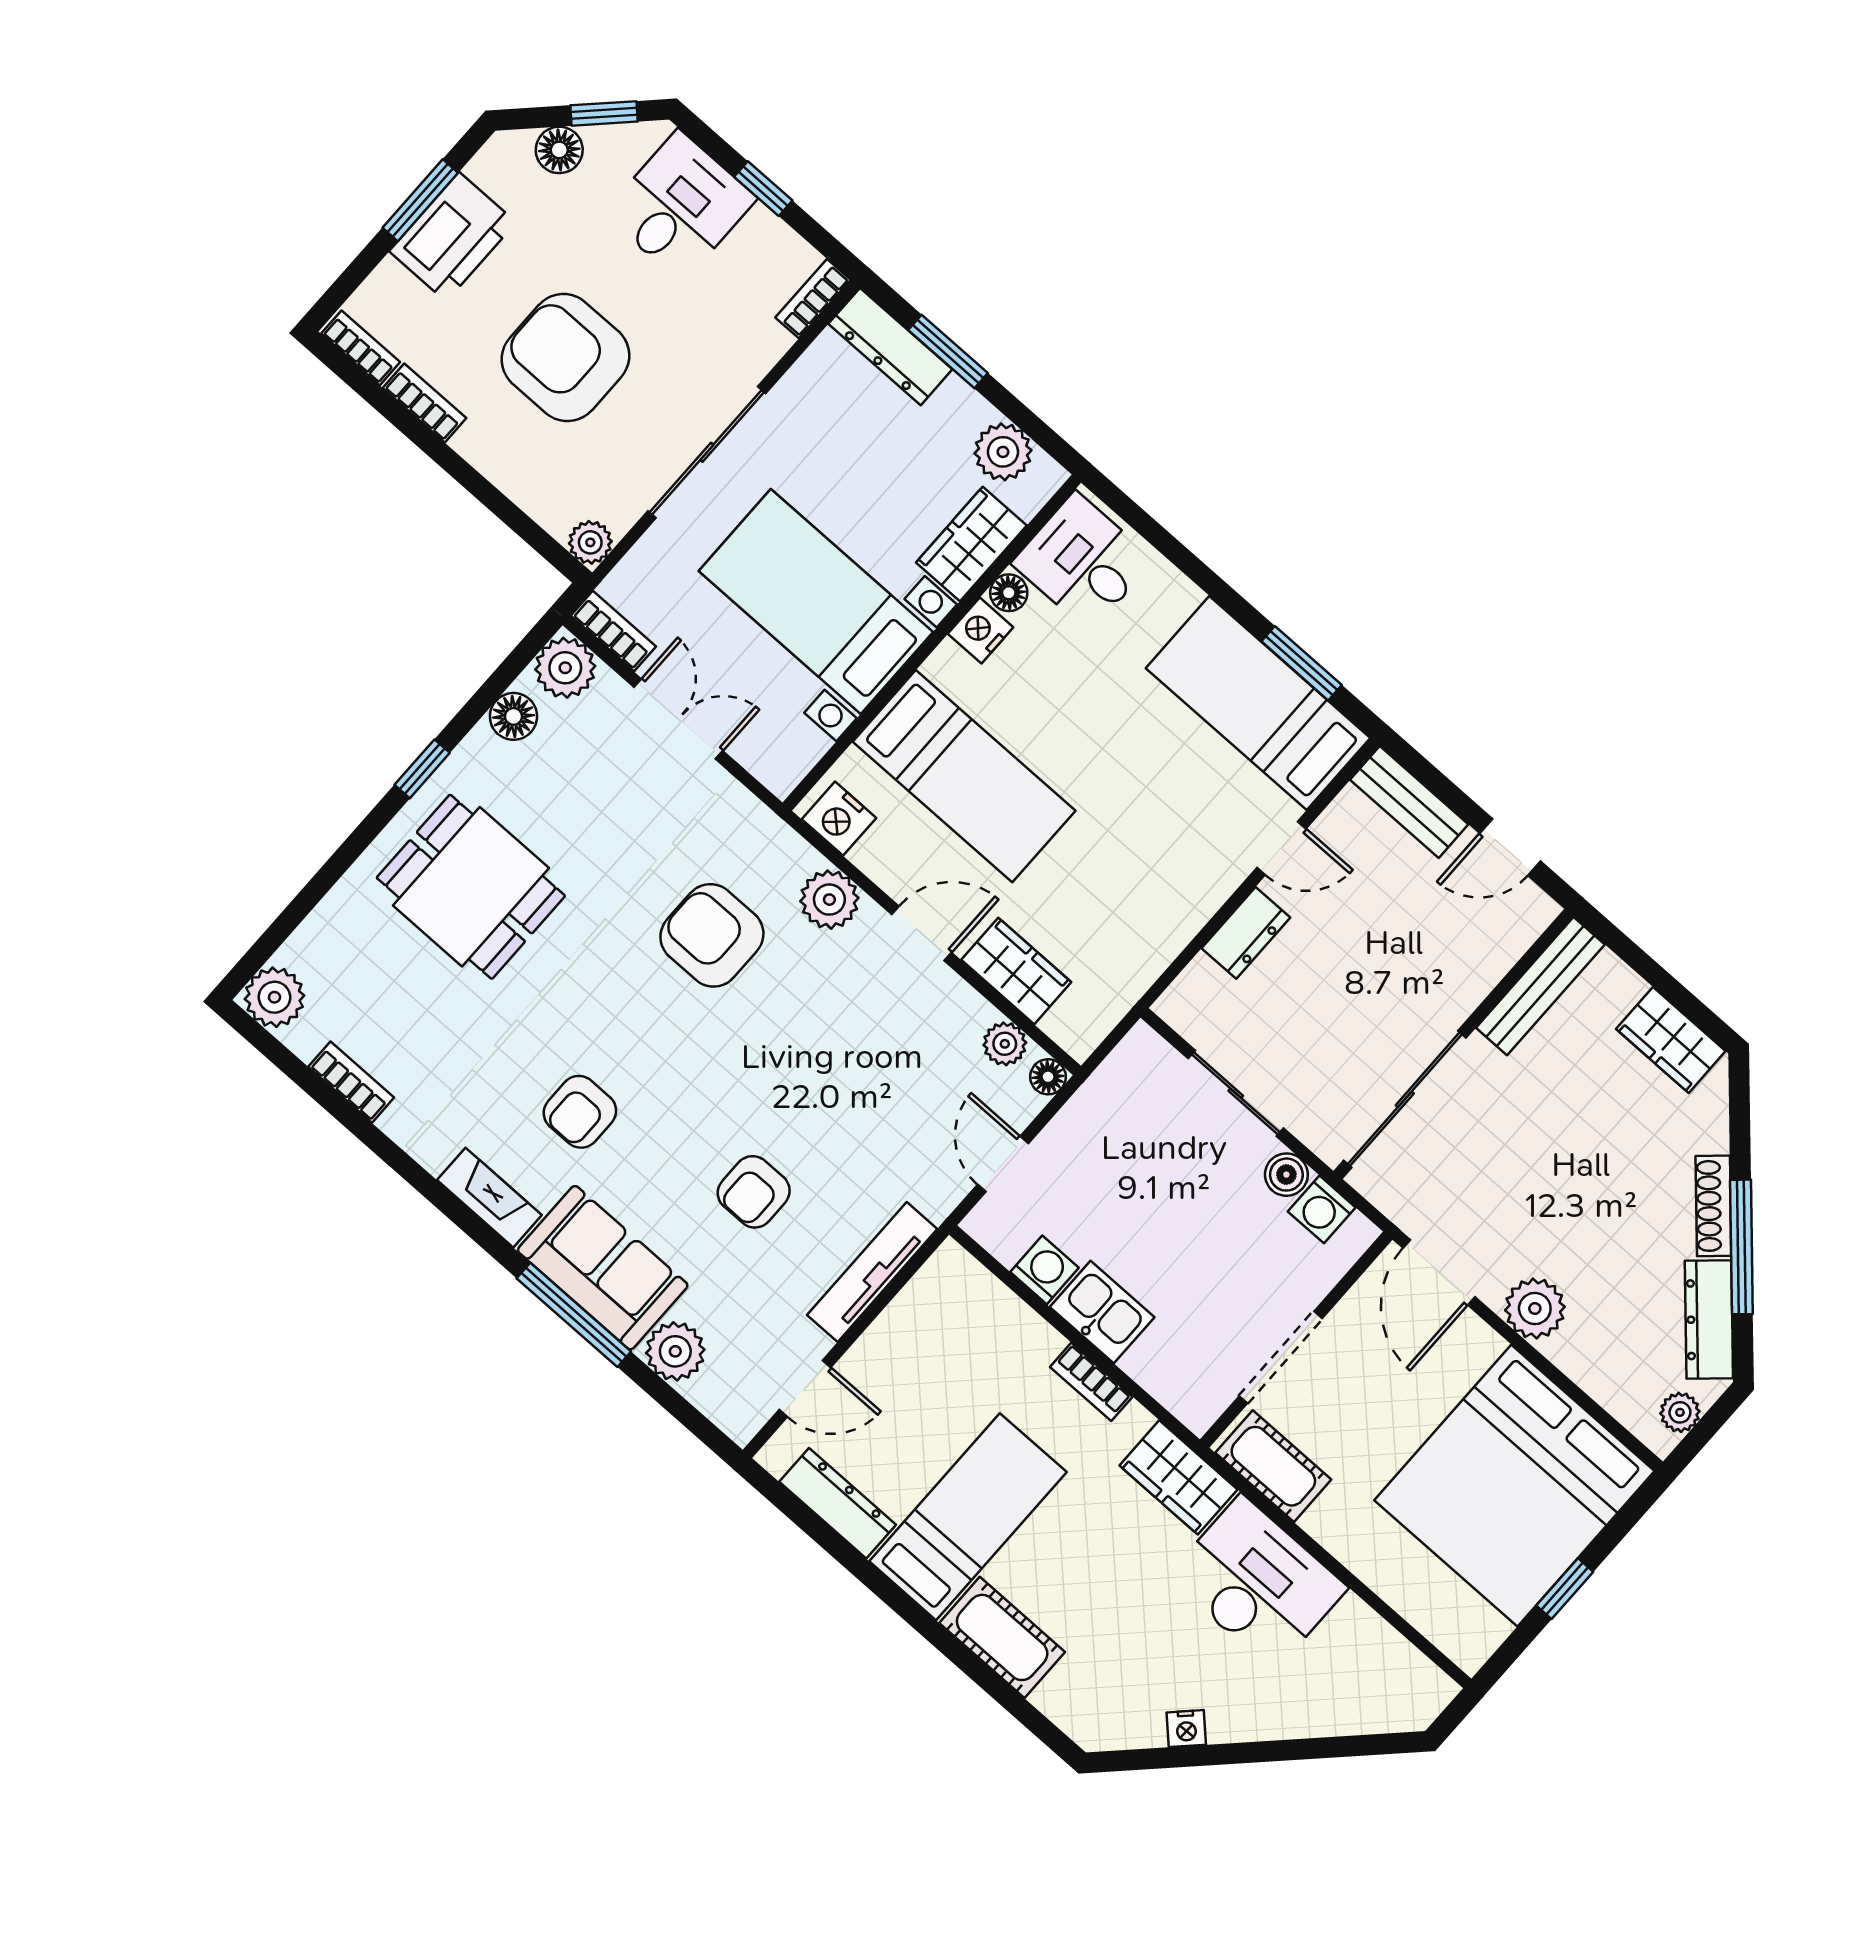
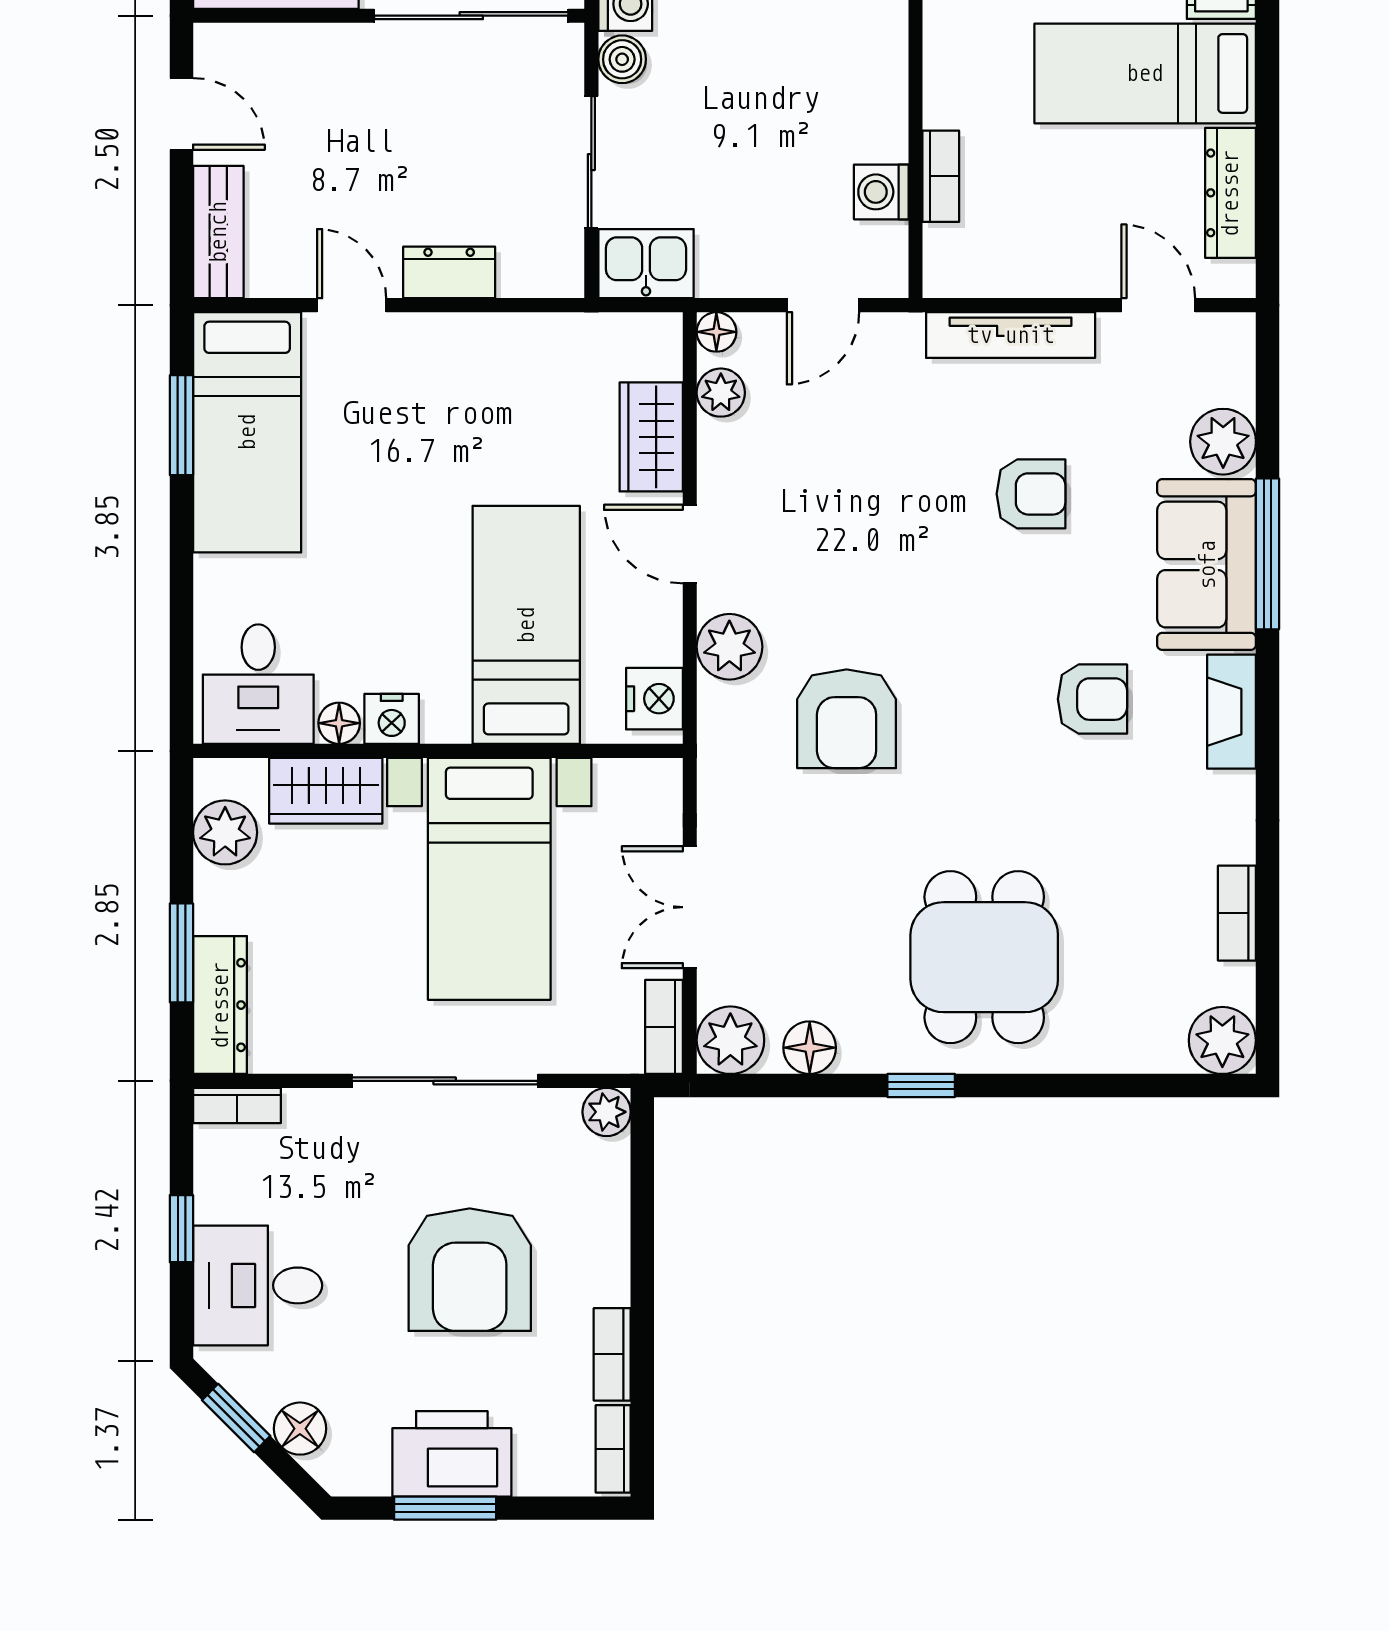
kitchen sink: (1102, 1312) -> (646, 264), moved, turned 90
bookcase: (1091, 1382) -> (941, 176), moved

